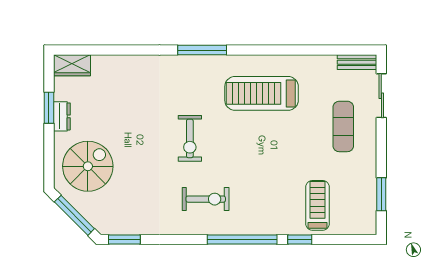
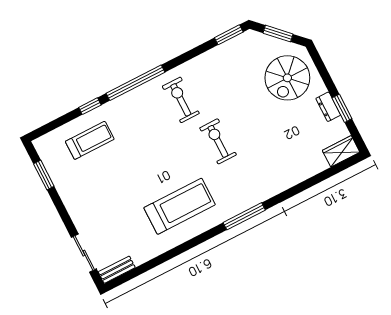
exercise mat: (343, 126) -> (101, 213), removed
exercise bike: (206, 199) -> (181, 100), turned 90
treadmill: (318, 205) -> (90, 140), turned -90
window: (74, 215) -> (278, 34), width x0.69

